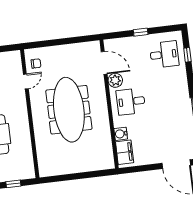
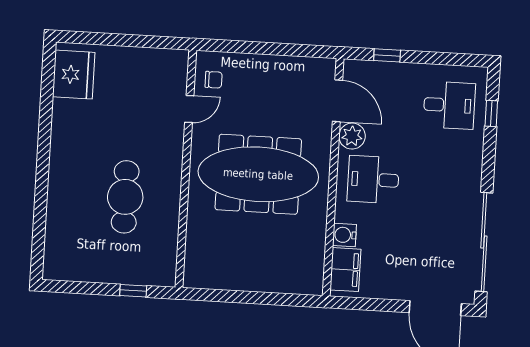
window: (141, 32) -> (387, 55), moved
meeting table: (69, 110) -> (258, 174), turned 90

